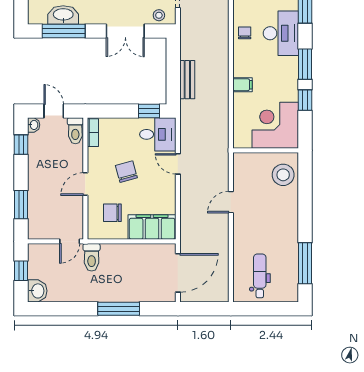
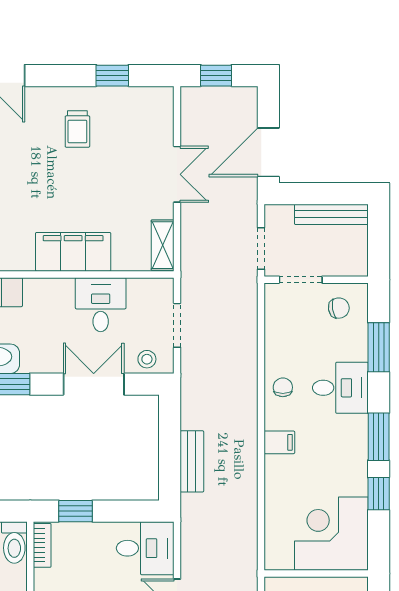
double door: (125, 31) -> (94, 384), swing flipped
desk: (281, 33) -> (340, 388), width x0.73
filing cabinet: (242, 85) -> (279, 442), moved
window: (149, 111) -> (75, 511), moved

